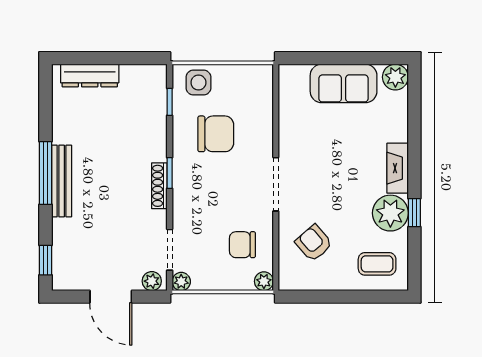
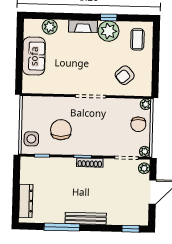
plant: (395, 77) -> (50, 27), moved
window: (46, 173) -> (62, 227), moved
chair: (242, 245) -> (138, 124), moved

